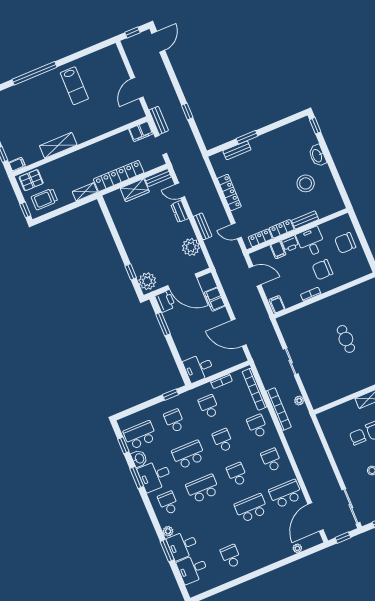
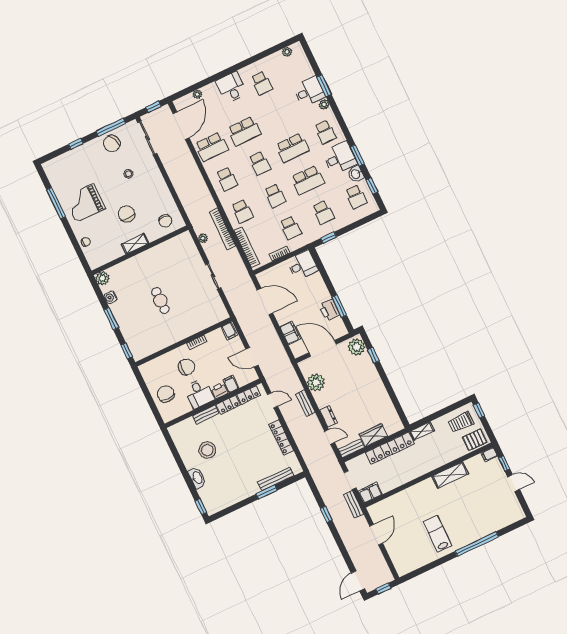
bench: (237, 150) -> (276, 479), width x1.36
trolley: (44, 199) -> (461, 422), turned 180
chair: (345, 243) -> (166, 394), turned -90
printer: (165, 301) -> (329, 310), moved
school desk: (140, 435) -> (356, 197), width x0.54
chair: (358, 437) -> (165, 221), moved
desk: (192, 569) -> (231, 87), moved, turned -90
plant: (203, 587) -> (287, 52), added

